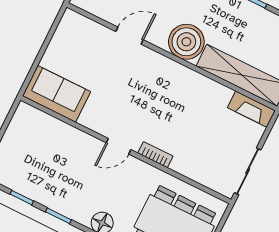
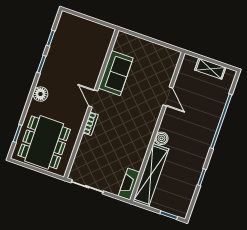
boiler: (186, 42) -> (162, 138), width x0.54, depth x0.54
sofa: (57, 94) -> (116, 73), moved

